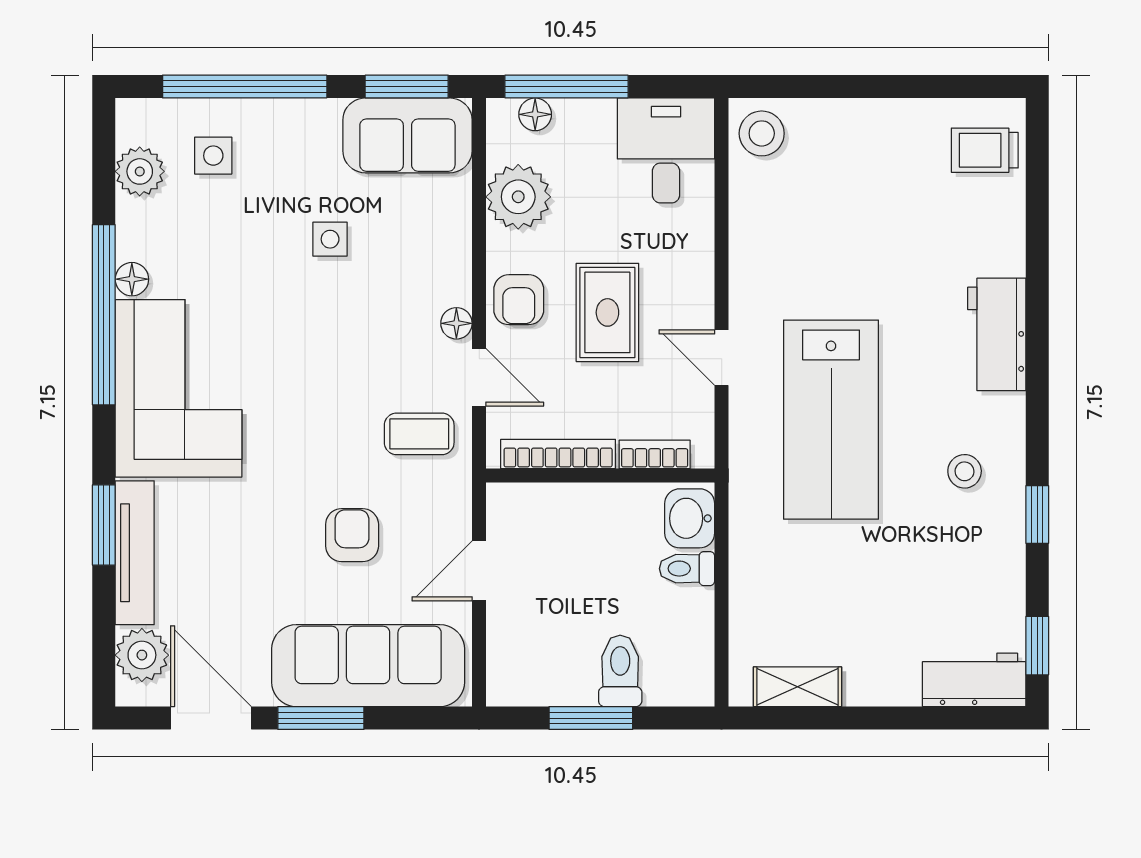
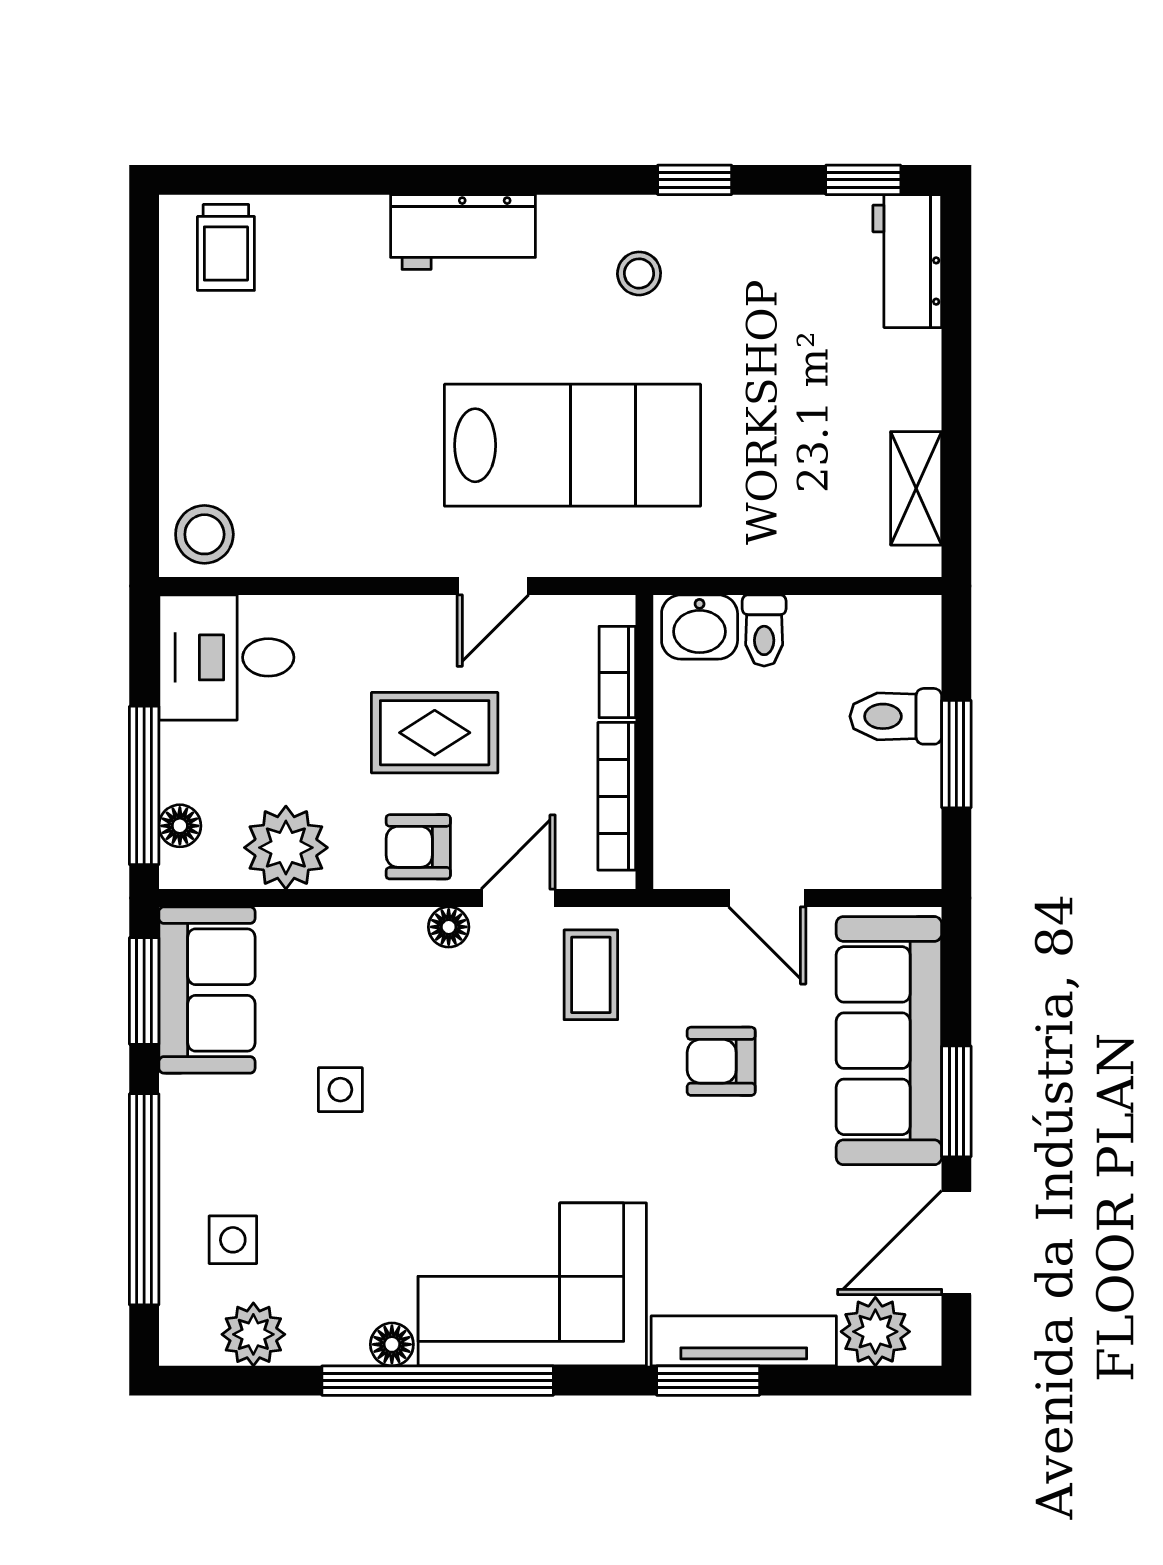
armchair: (519, 300) -> (418, 847), turned 180

